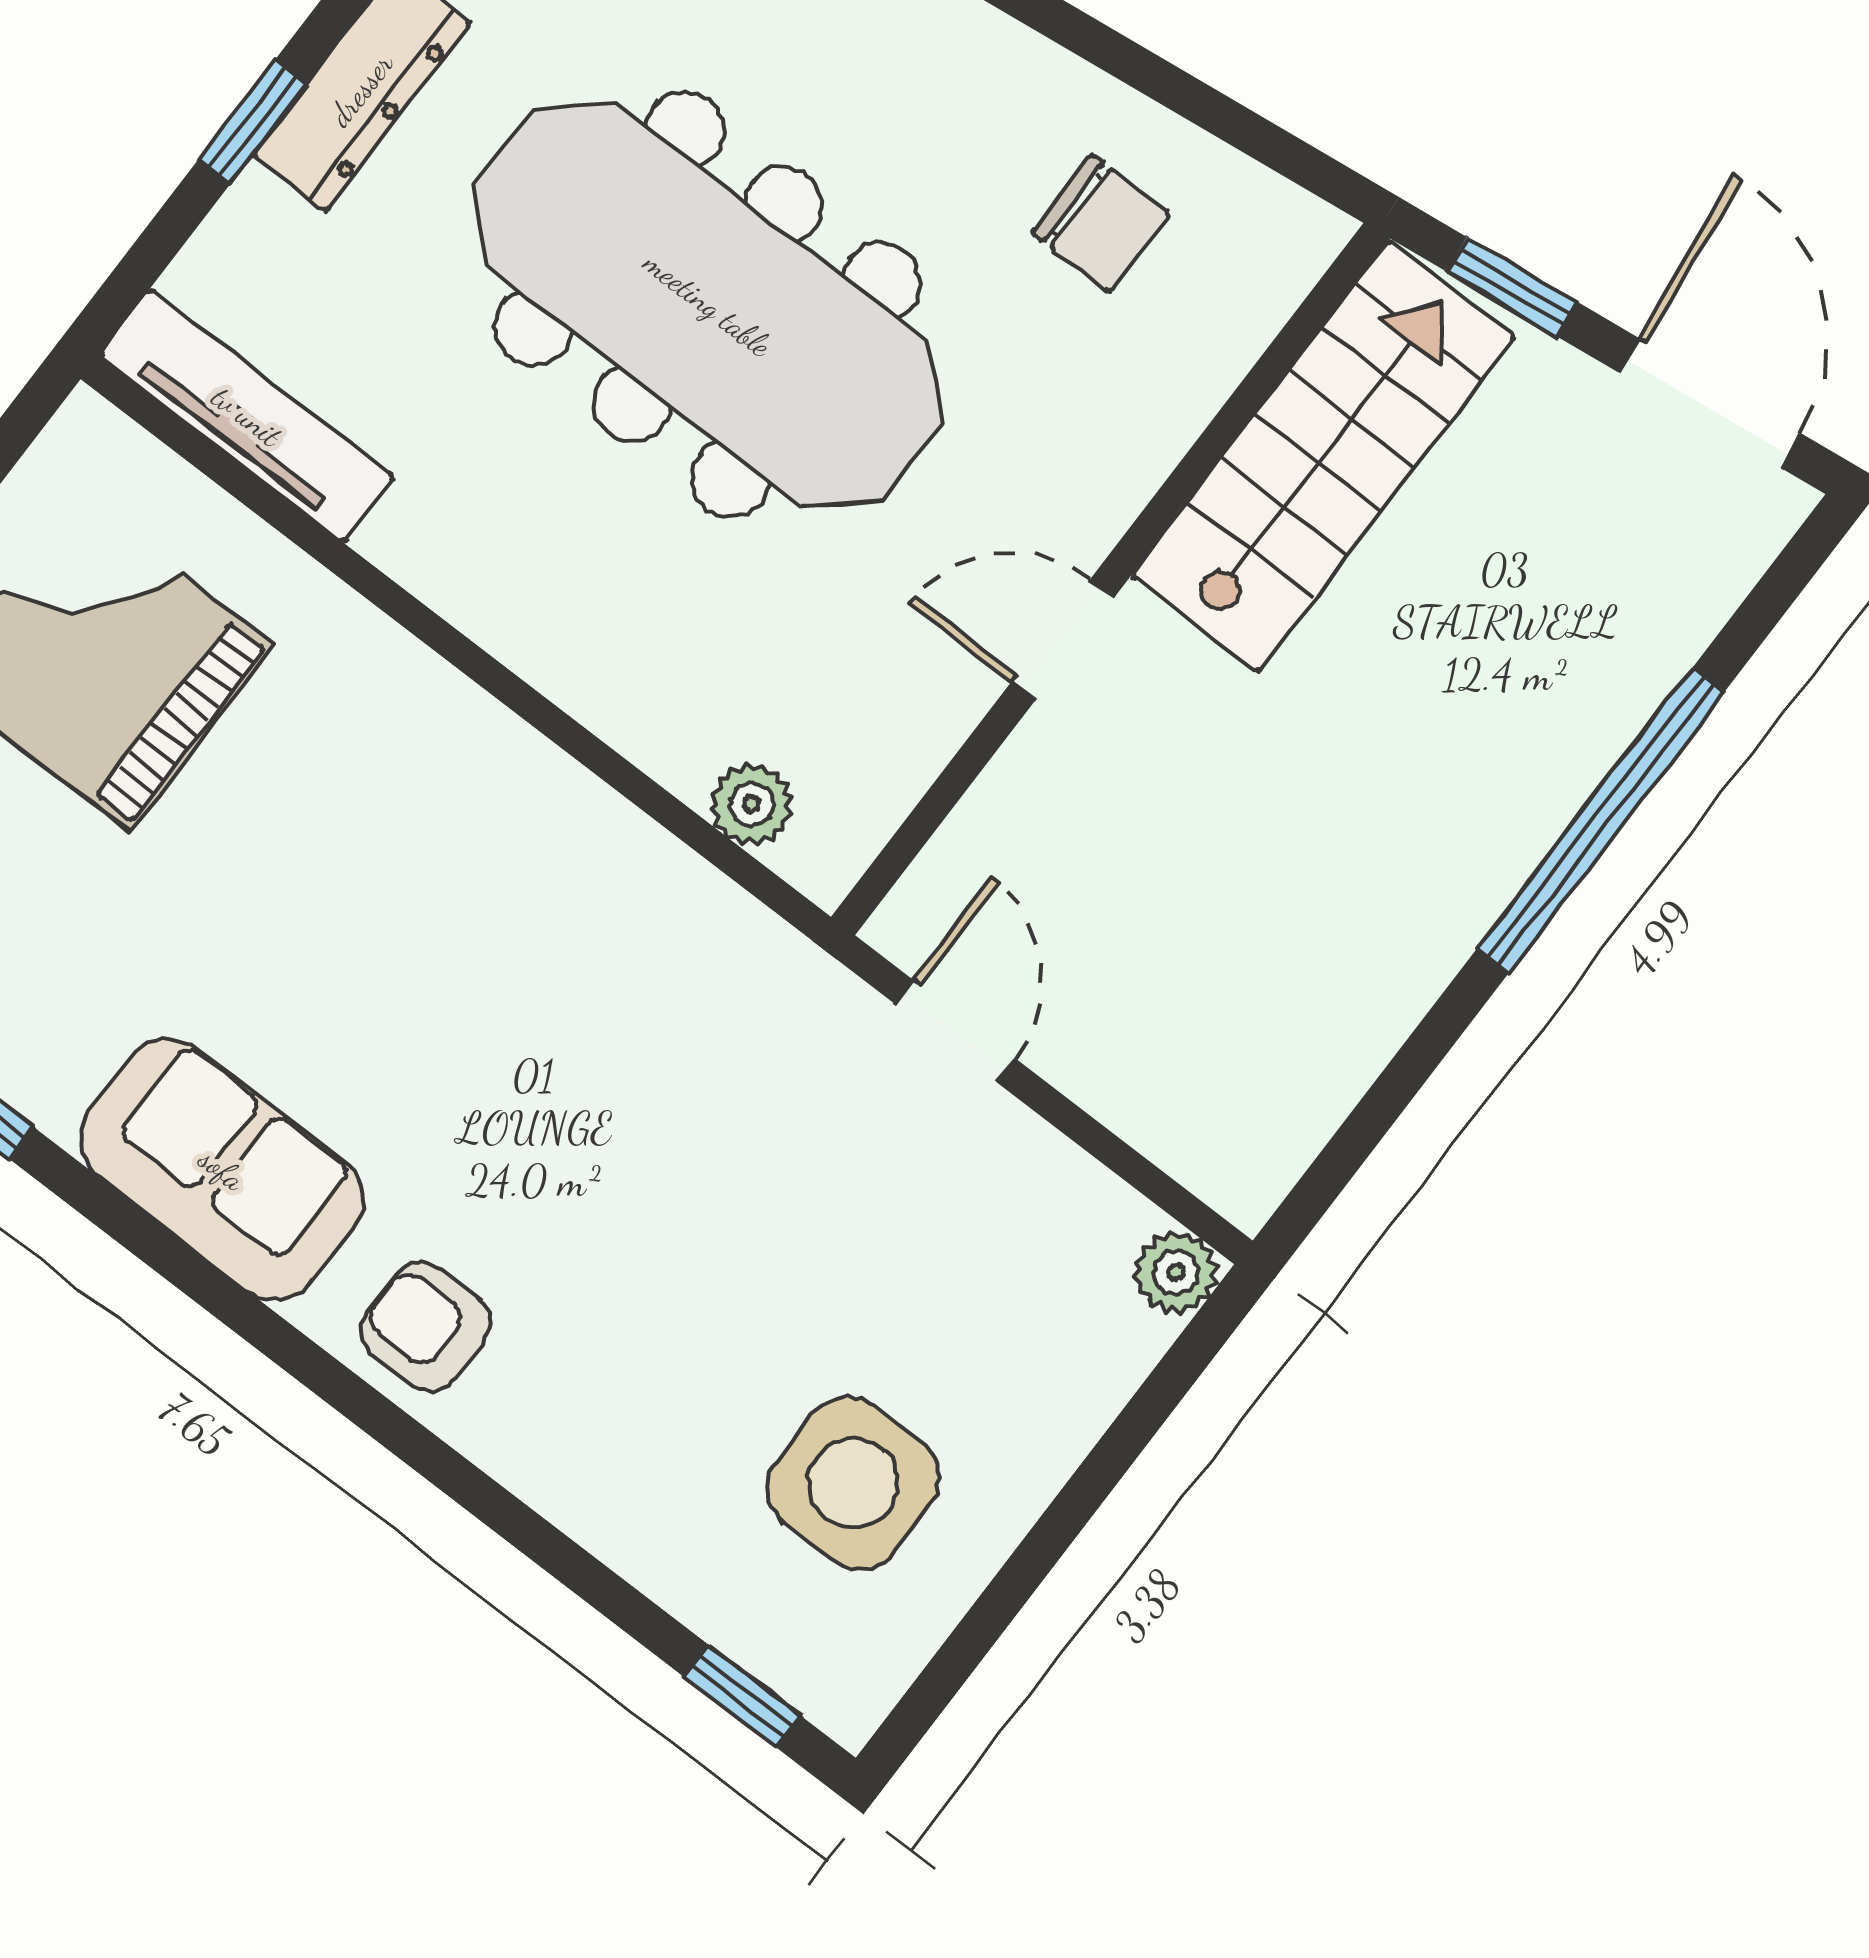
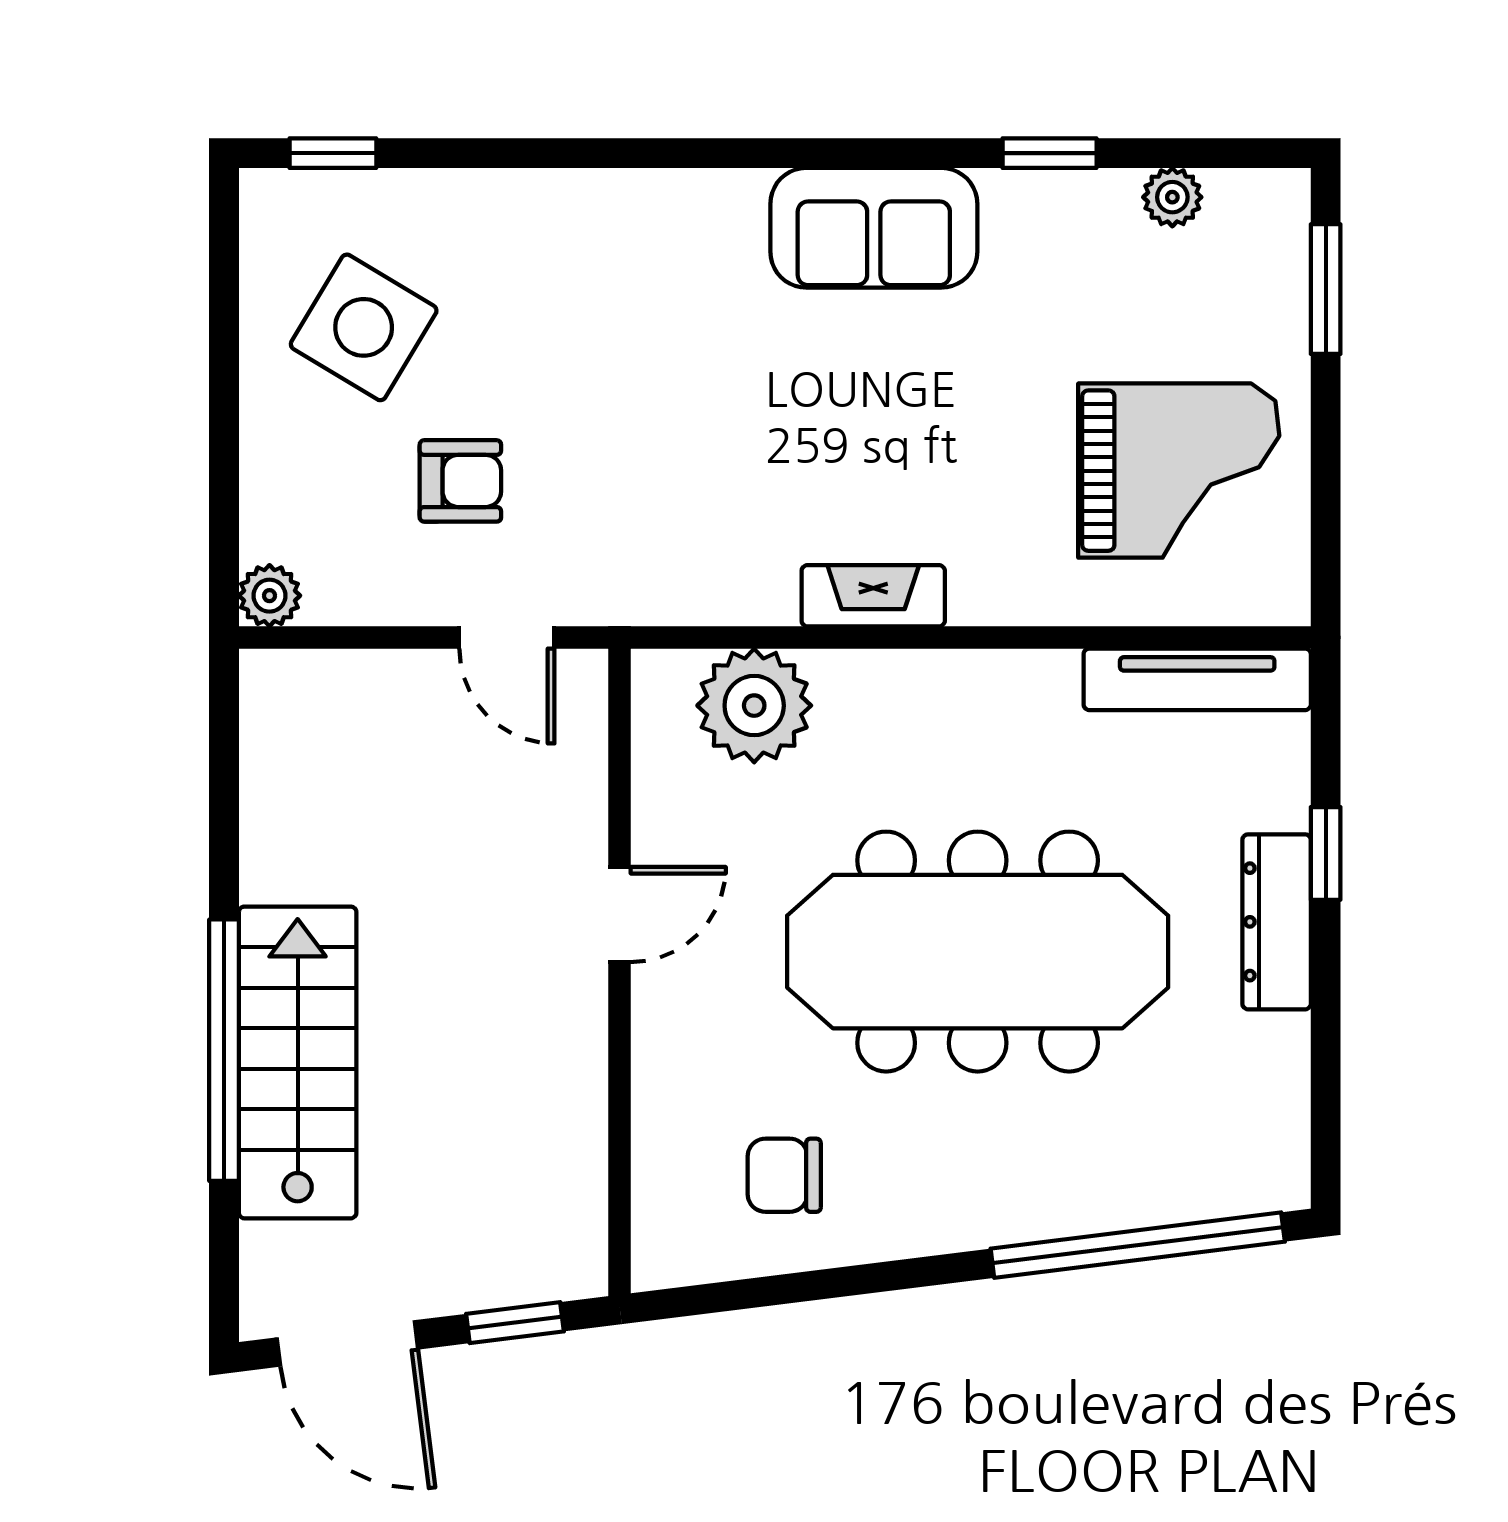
stairs: (1323, 456) -> (298, 1062), moved, turned 180
fireplace: (526, 773) -> (873, 596), added
plant: (752, 804) -> (754, 706), width x1.88, depth x1.88
armchair: (426, 1327) -> (460, 481), moved
side table: (853, 1483) -> (364, 327), turned 31

